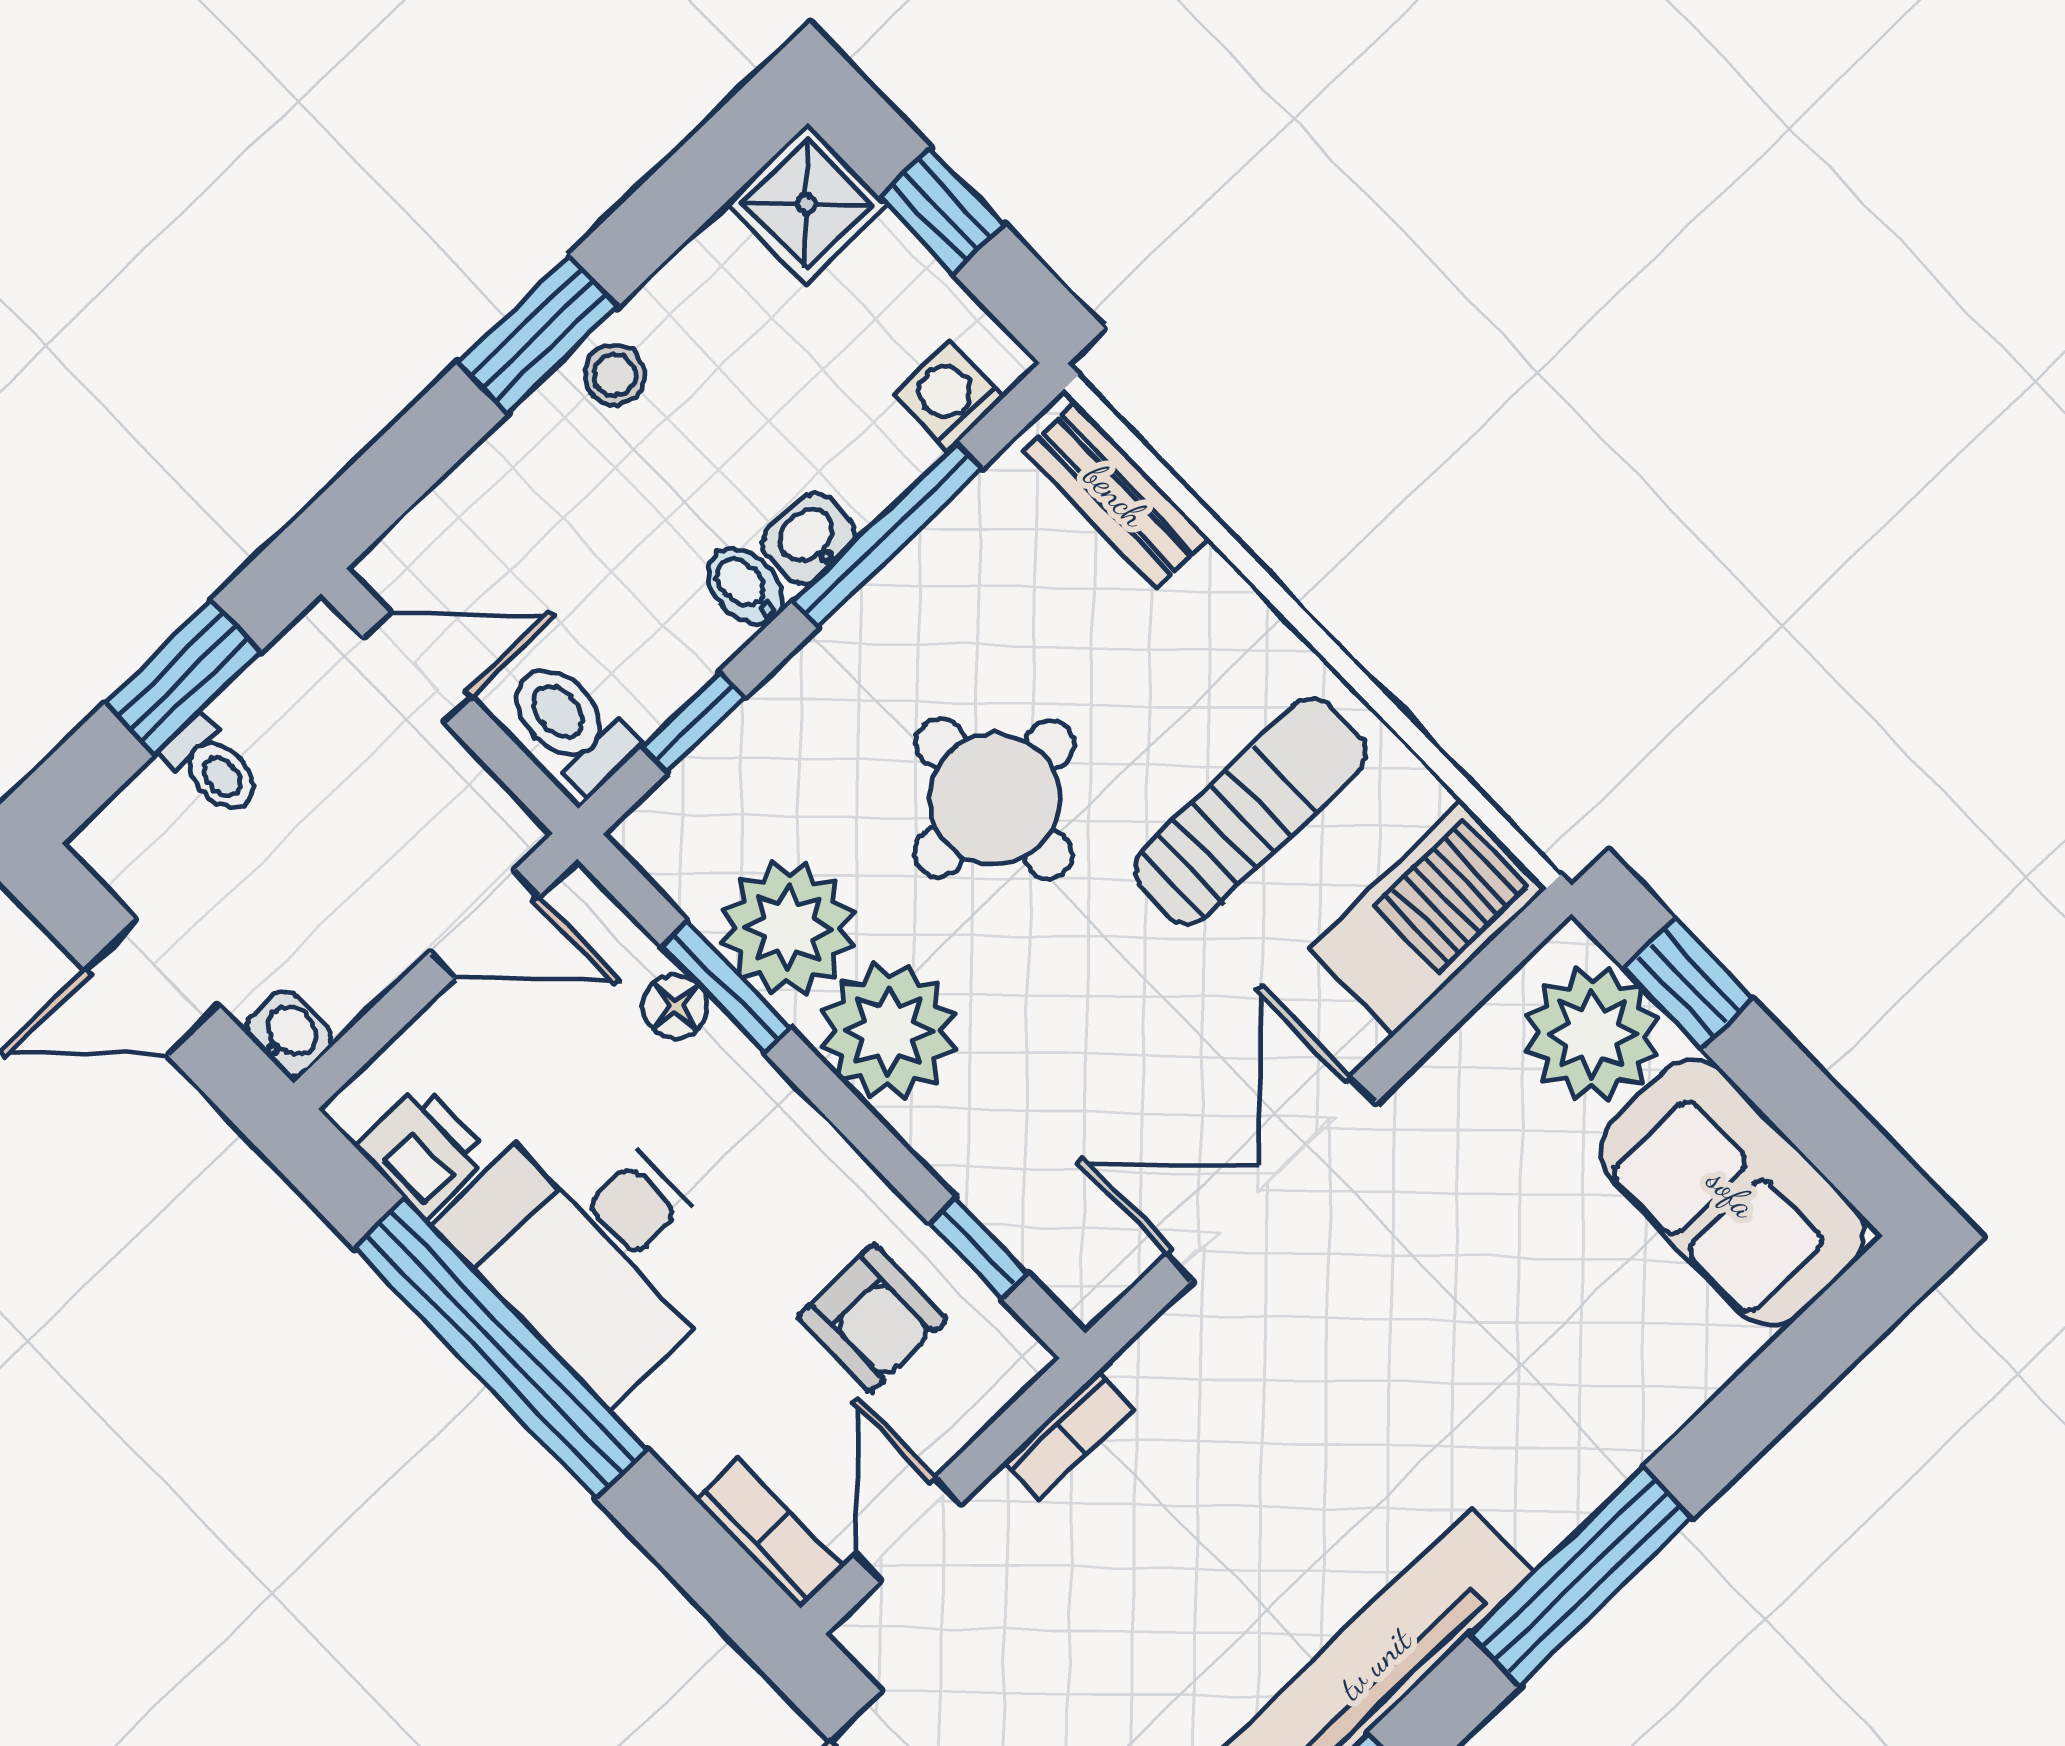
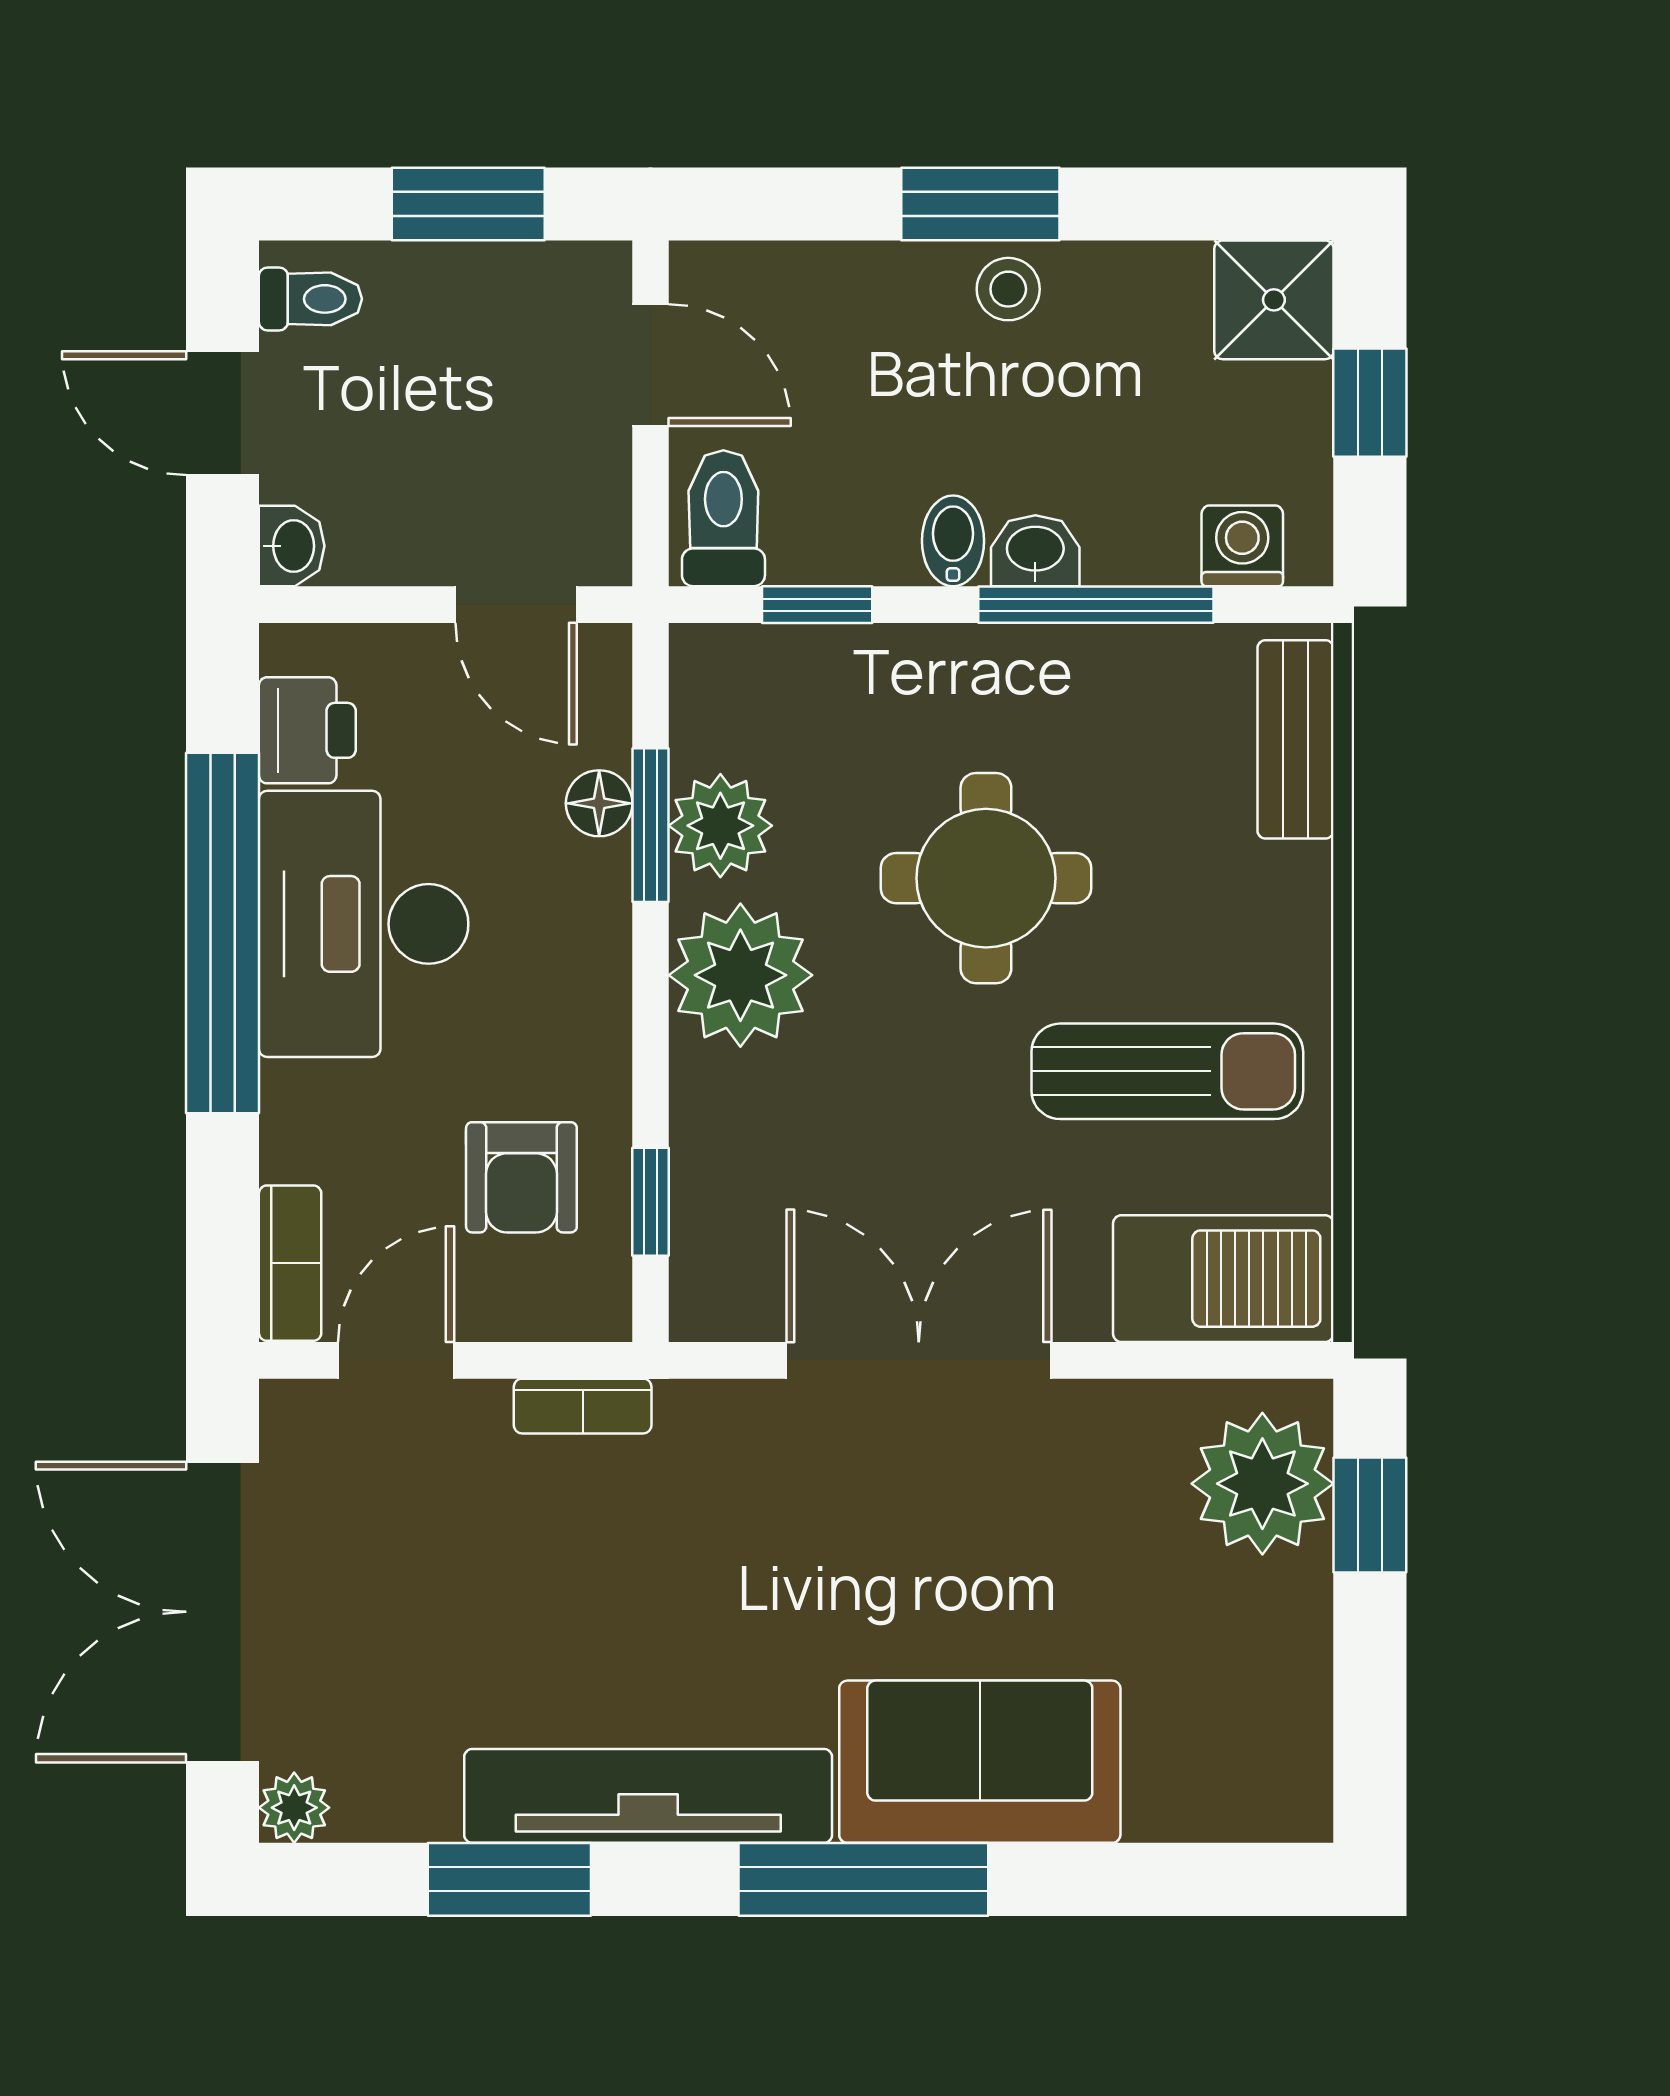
toilet: (213, 766) -> (310, 299), moved, turned -90
plant: (788, 928) -> (720, 826), width x0.73, depth x0.73
sofa: (1732, 1193) -> (980, 1762), moved, turned 90

